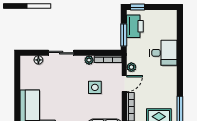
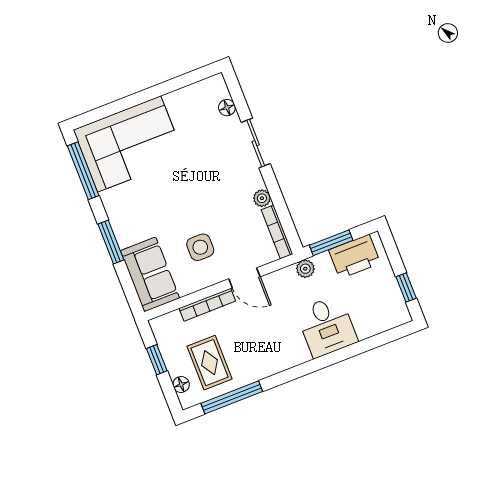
window: (138, 7) -> (406, 287), moved
plant: (131, 67) -> (305, 269), moved
side table: (95, 87) -> (200, 247), moved

